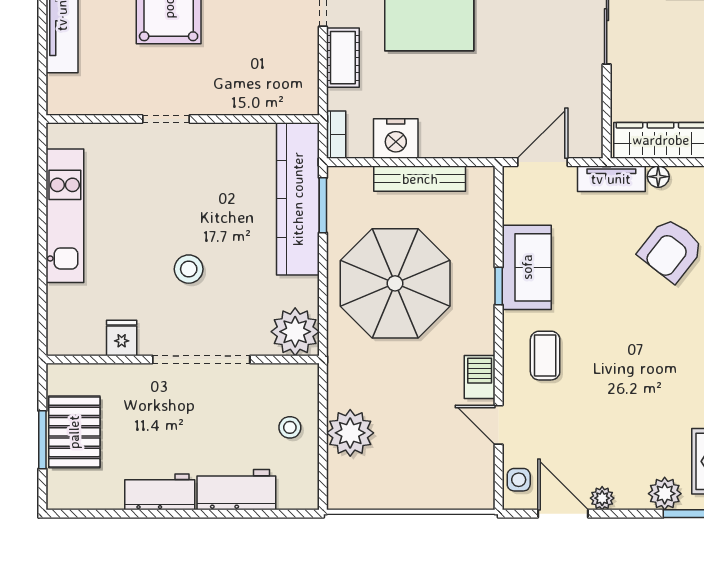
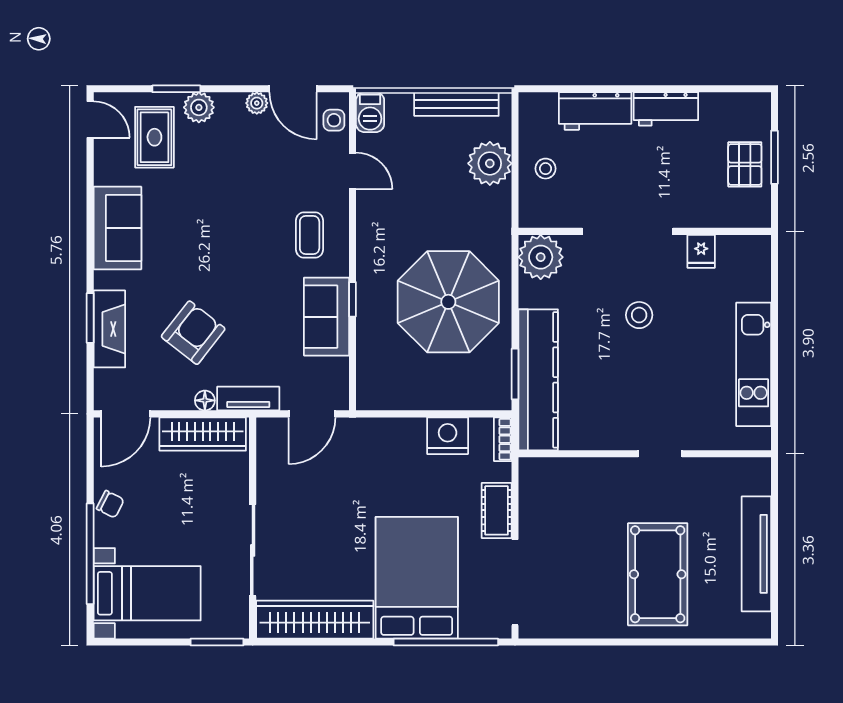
bench: (420, 179) -> (456, 104), moved
barbecue: (480, 377) -> (370, 112), moved
pallet: (74, 432) -> (745, 164), width x0.67, depth x0.71

